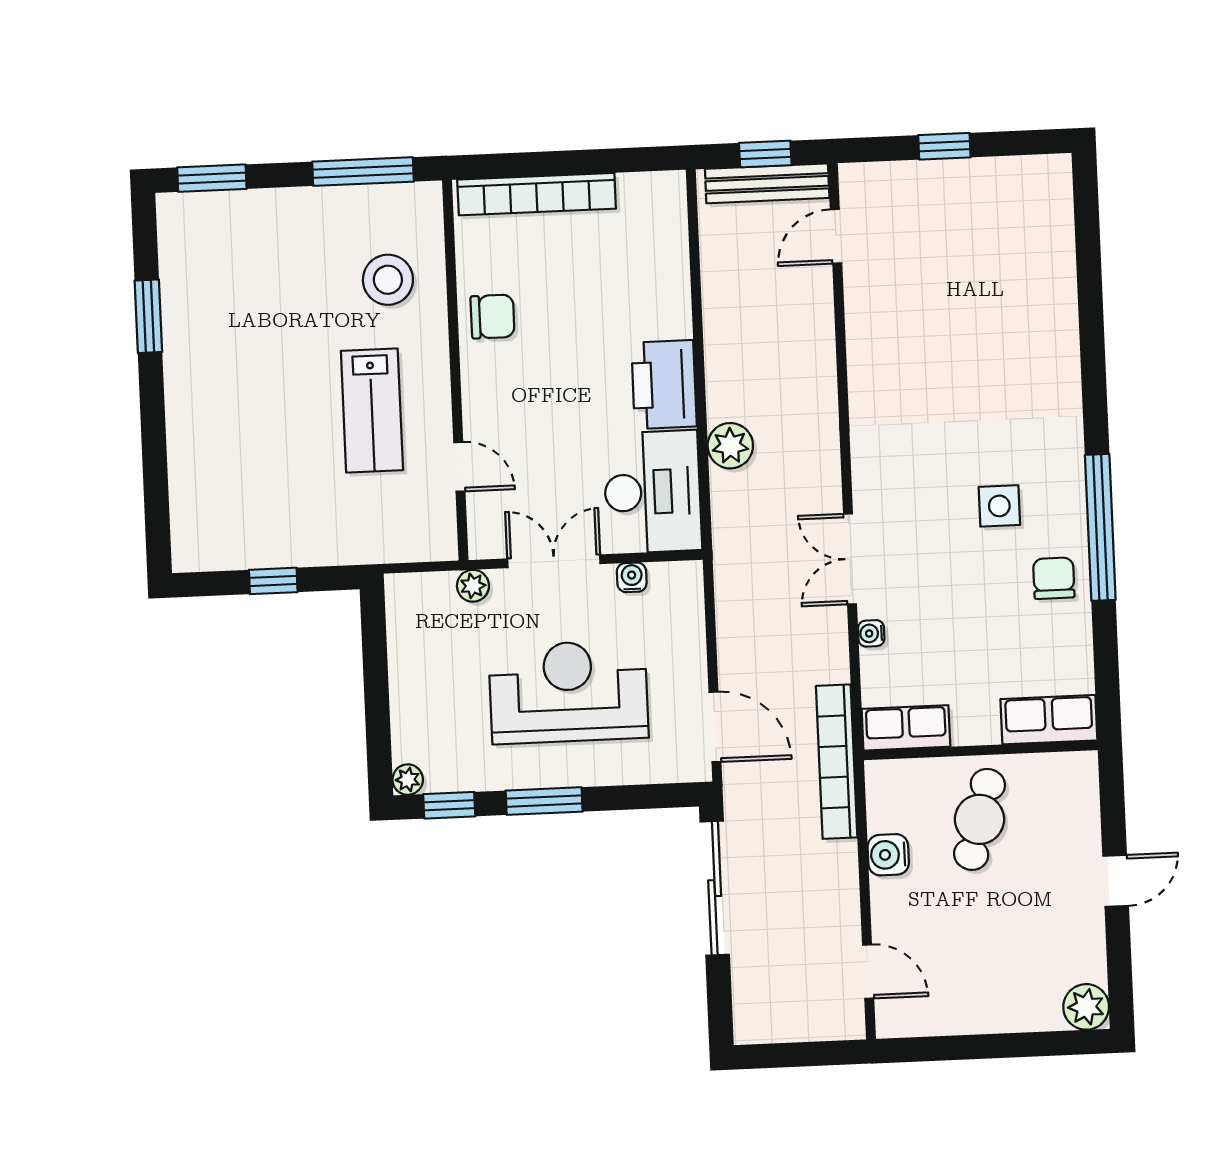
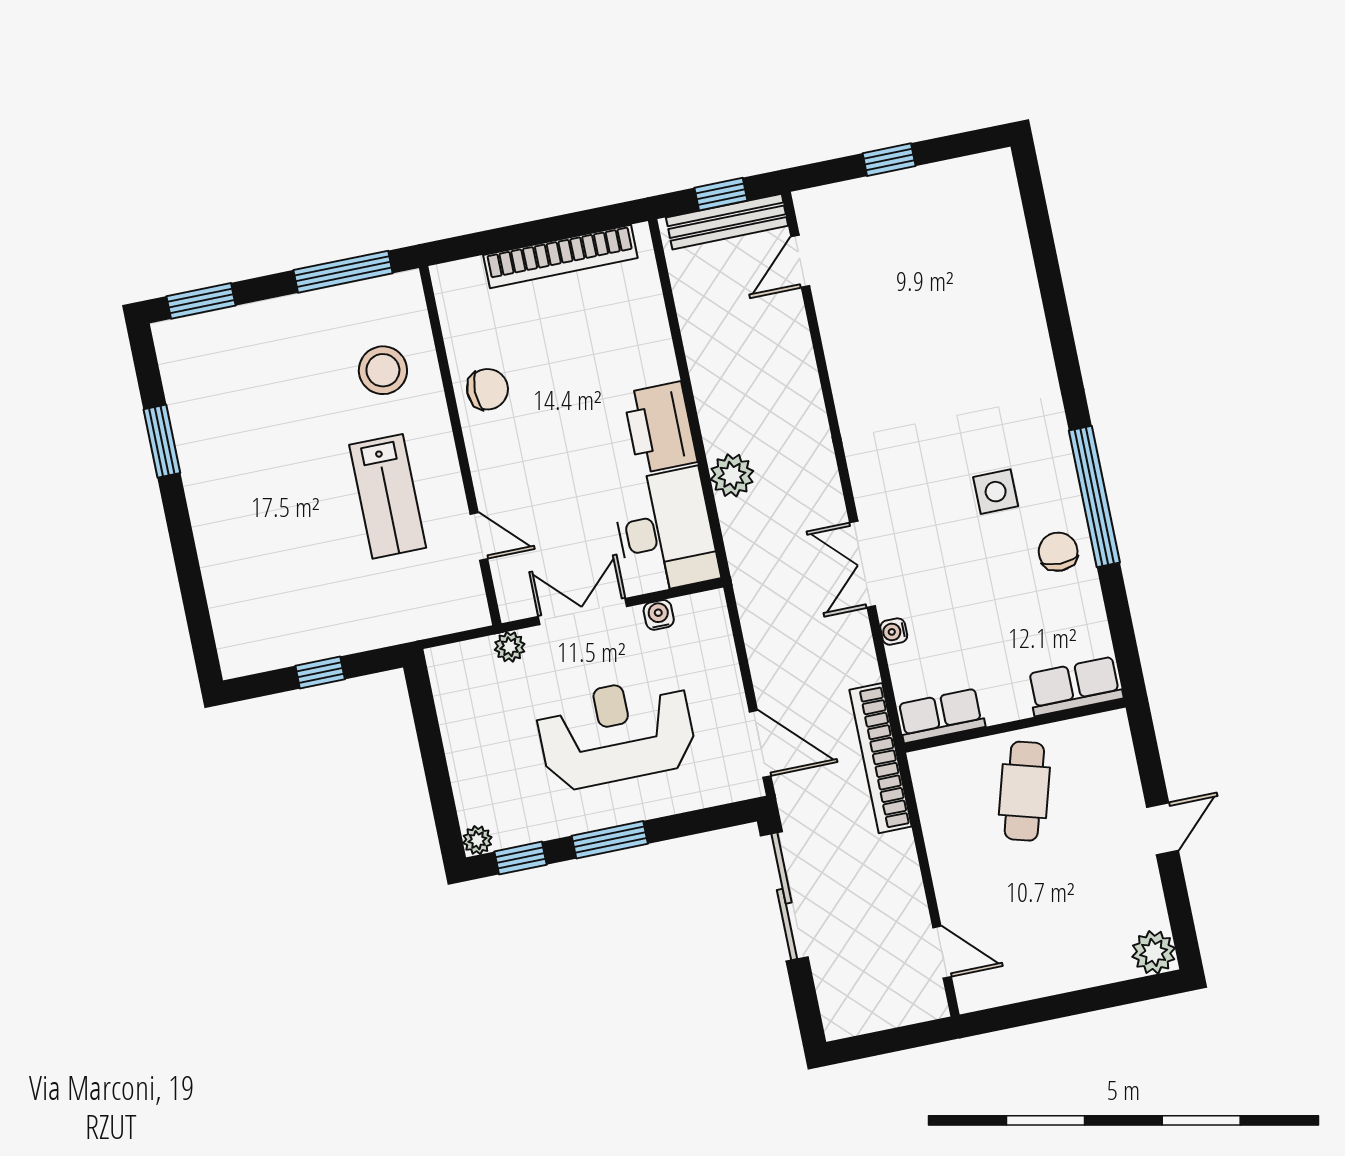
bookcase: (537, 194) -> (560, 256), moved
water cooler: (888, 855) -> (943, 838), removed

